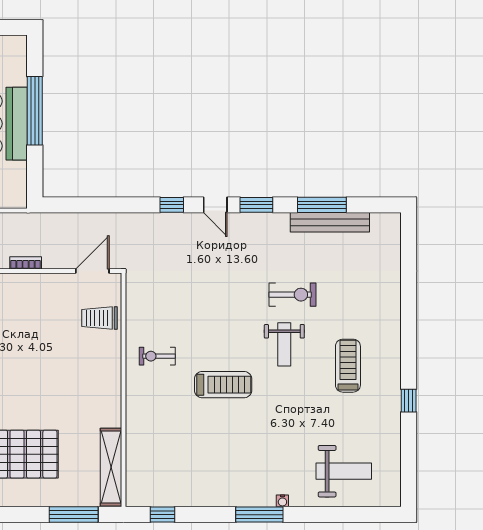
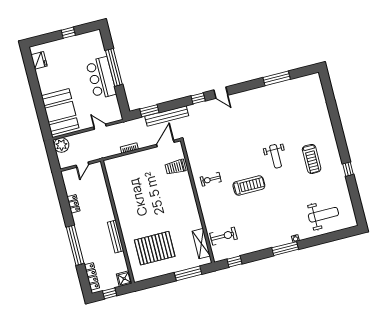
window: (256, 205) -> (149, 111), moved
bench: (330, 222) -> (167, 116), moved
exercise bike: (292, 295) -> (223, 236), moved
treadmill: (348, 366) -> (312, 159), turned 180
shelving: (111, 467) -> (201, 244), width x0.68

